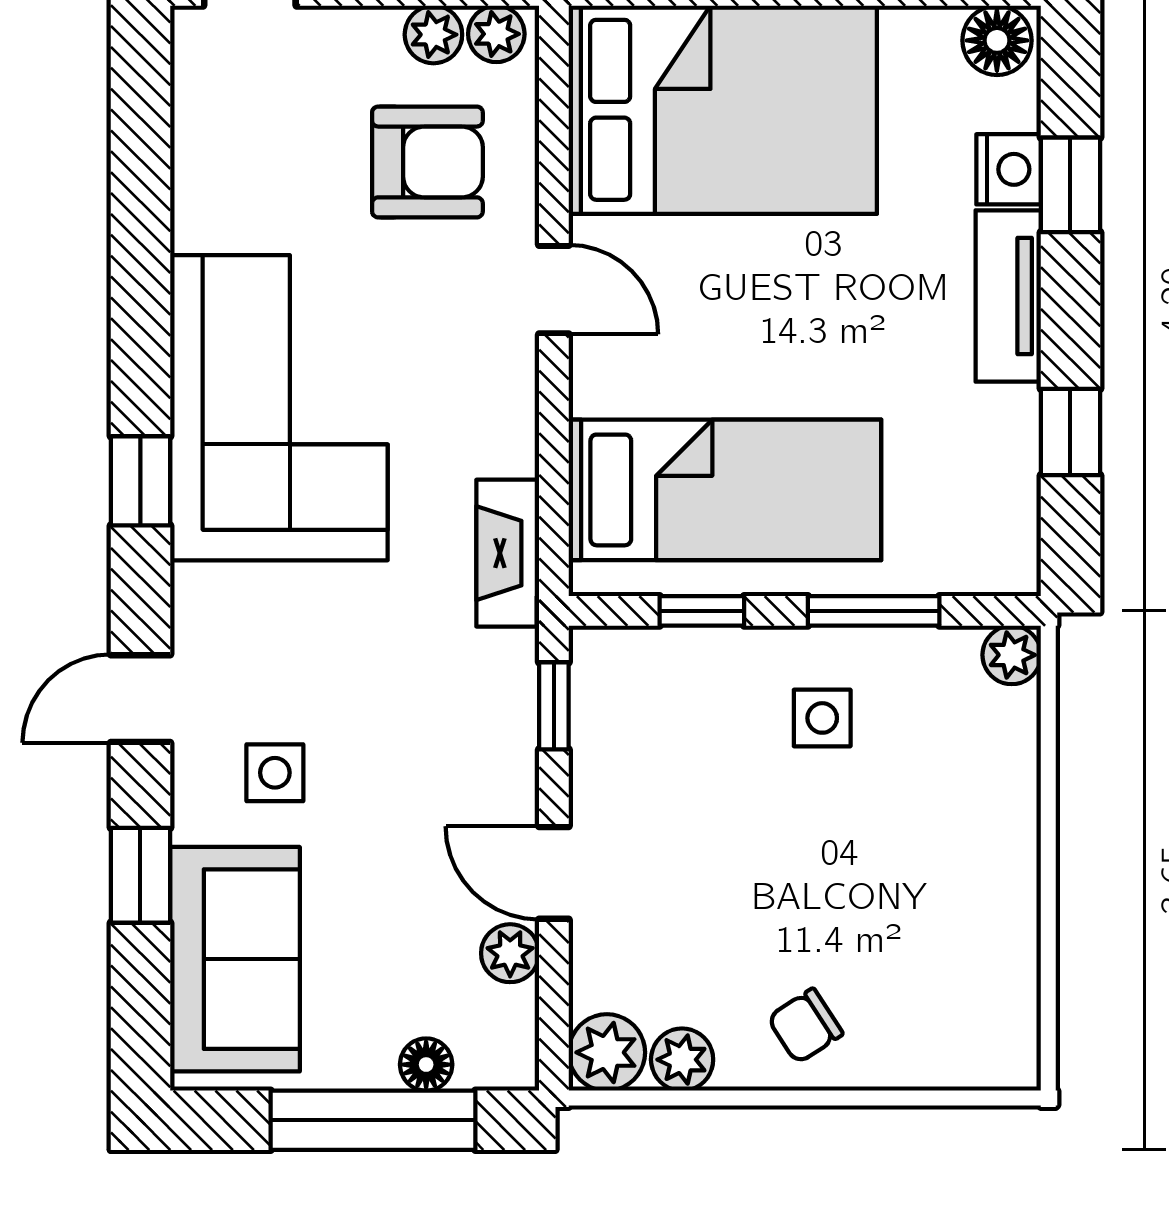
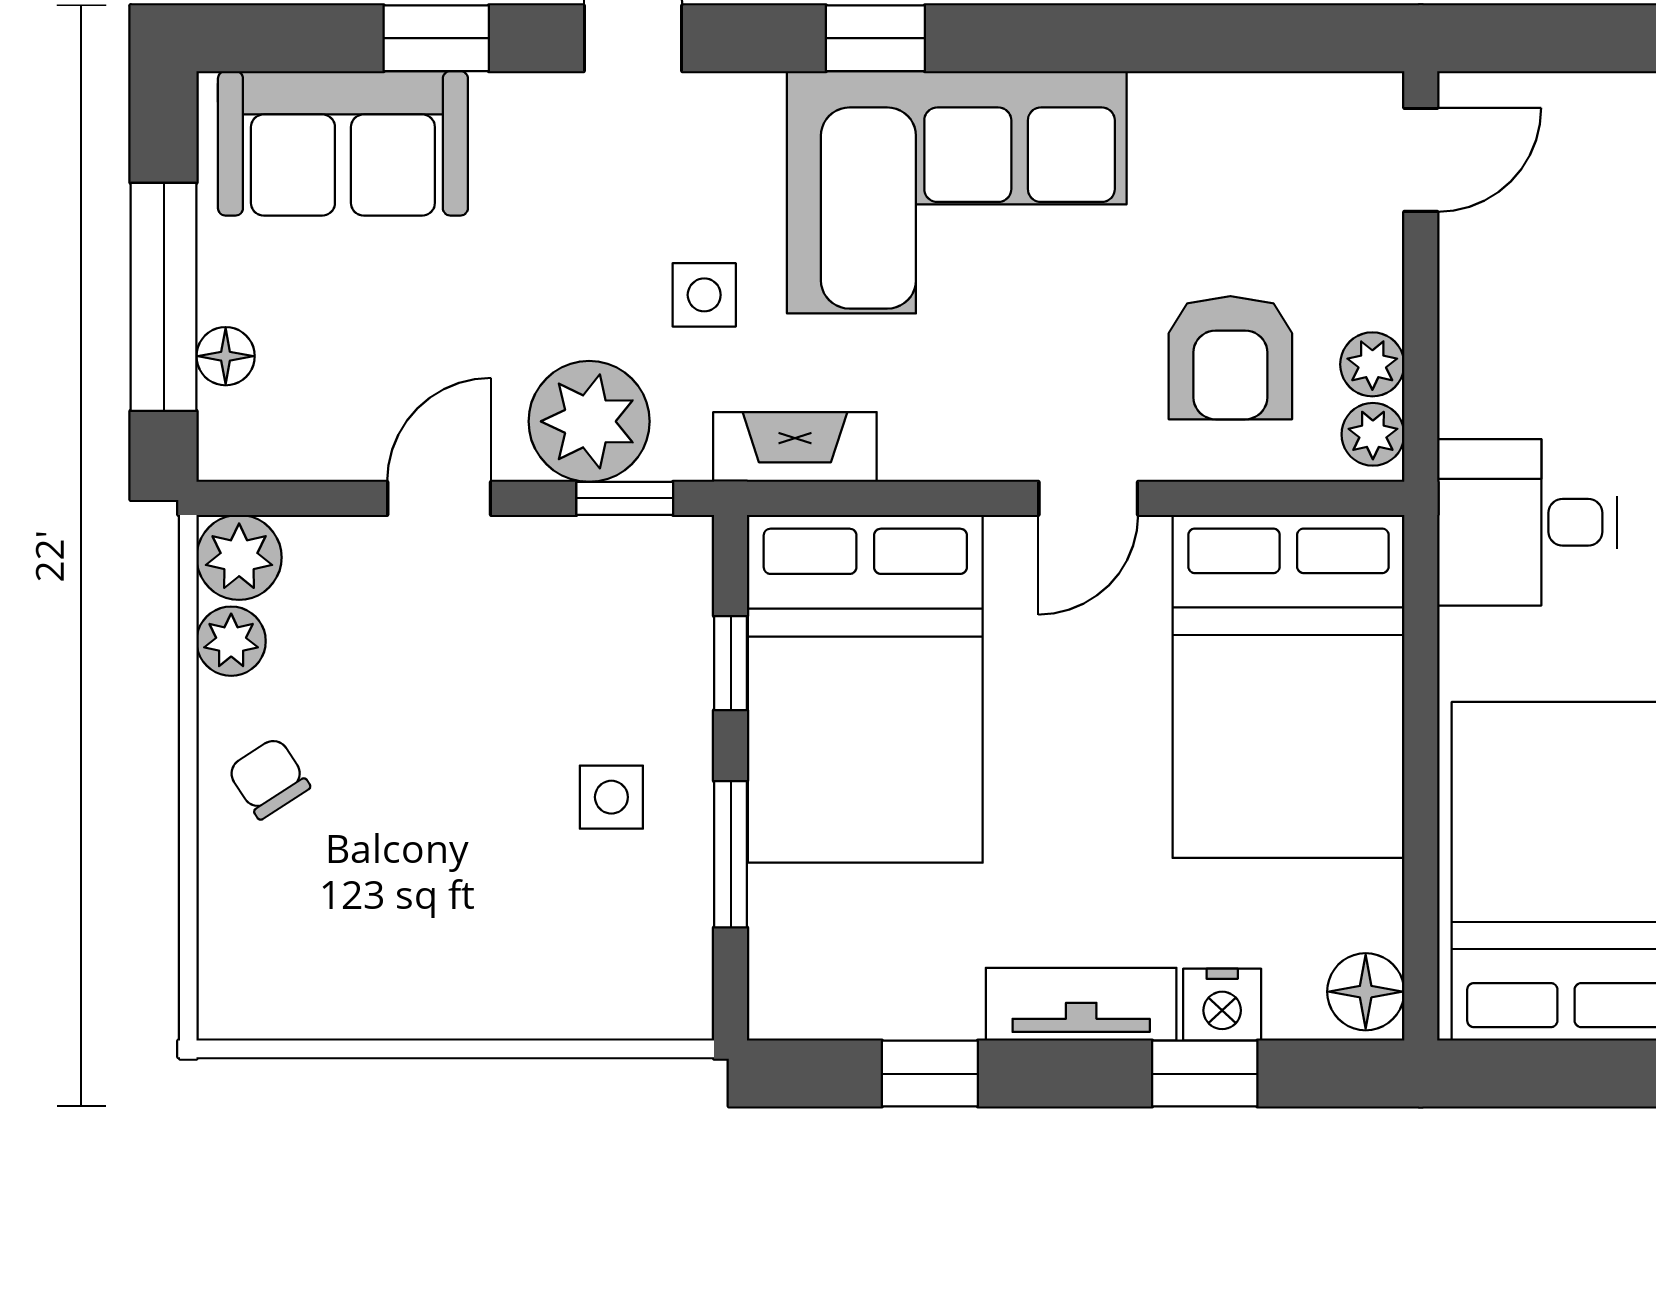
bed: (725, 490) -> (865, 689), width x1.50
plant: (1012, 655) -> (682, 1008), removed
side table: (275, 773) -> (704, 295), moved
plant: (510, 953) -> (589, 421), moved, width x1.88, depth x1.88

